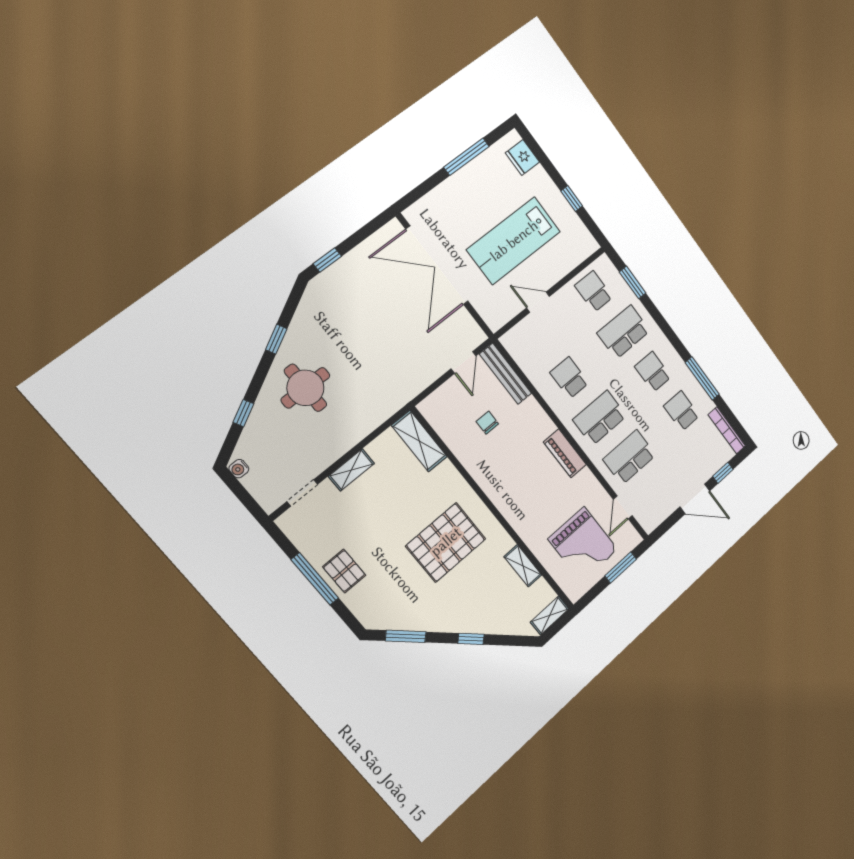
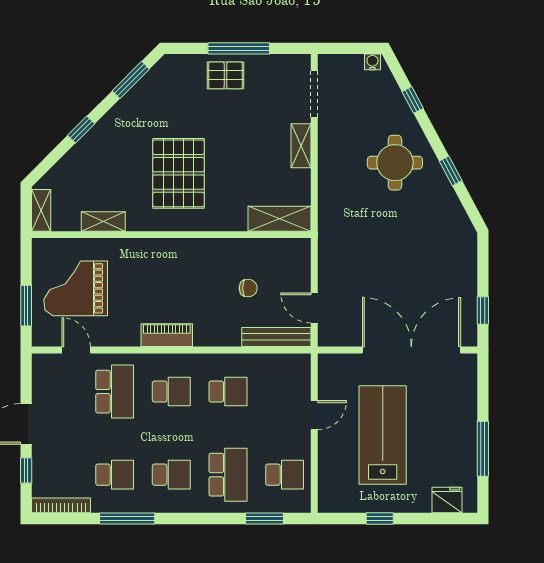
window: (327, 260) -> (483, 310), moved
school desk: (600, 418) -> (171, 392), width x0.54
doorway: (302, 493) -> (314, 94), width x1.38

